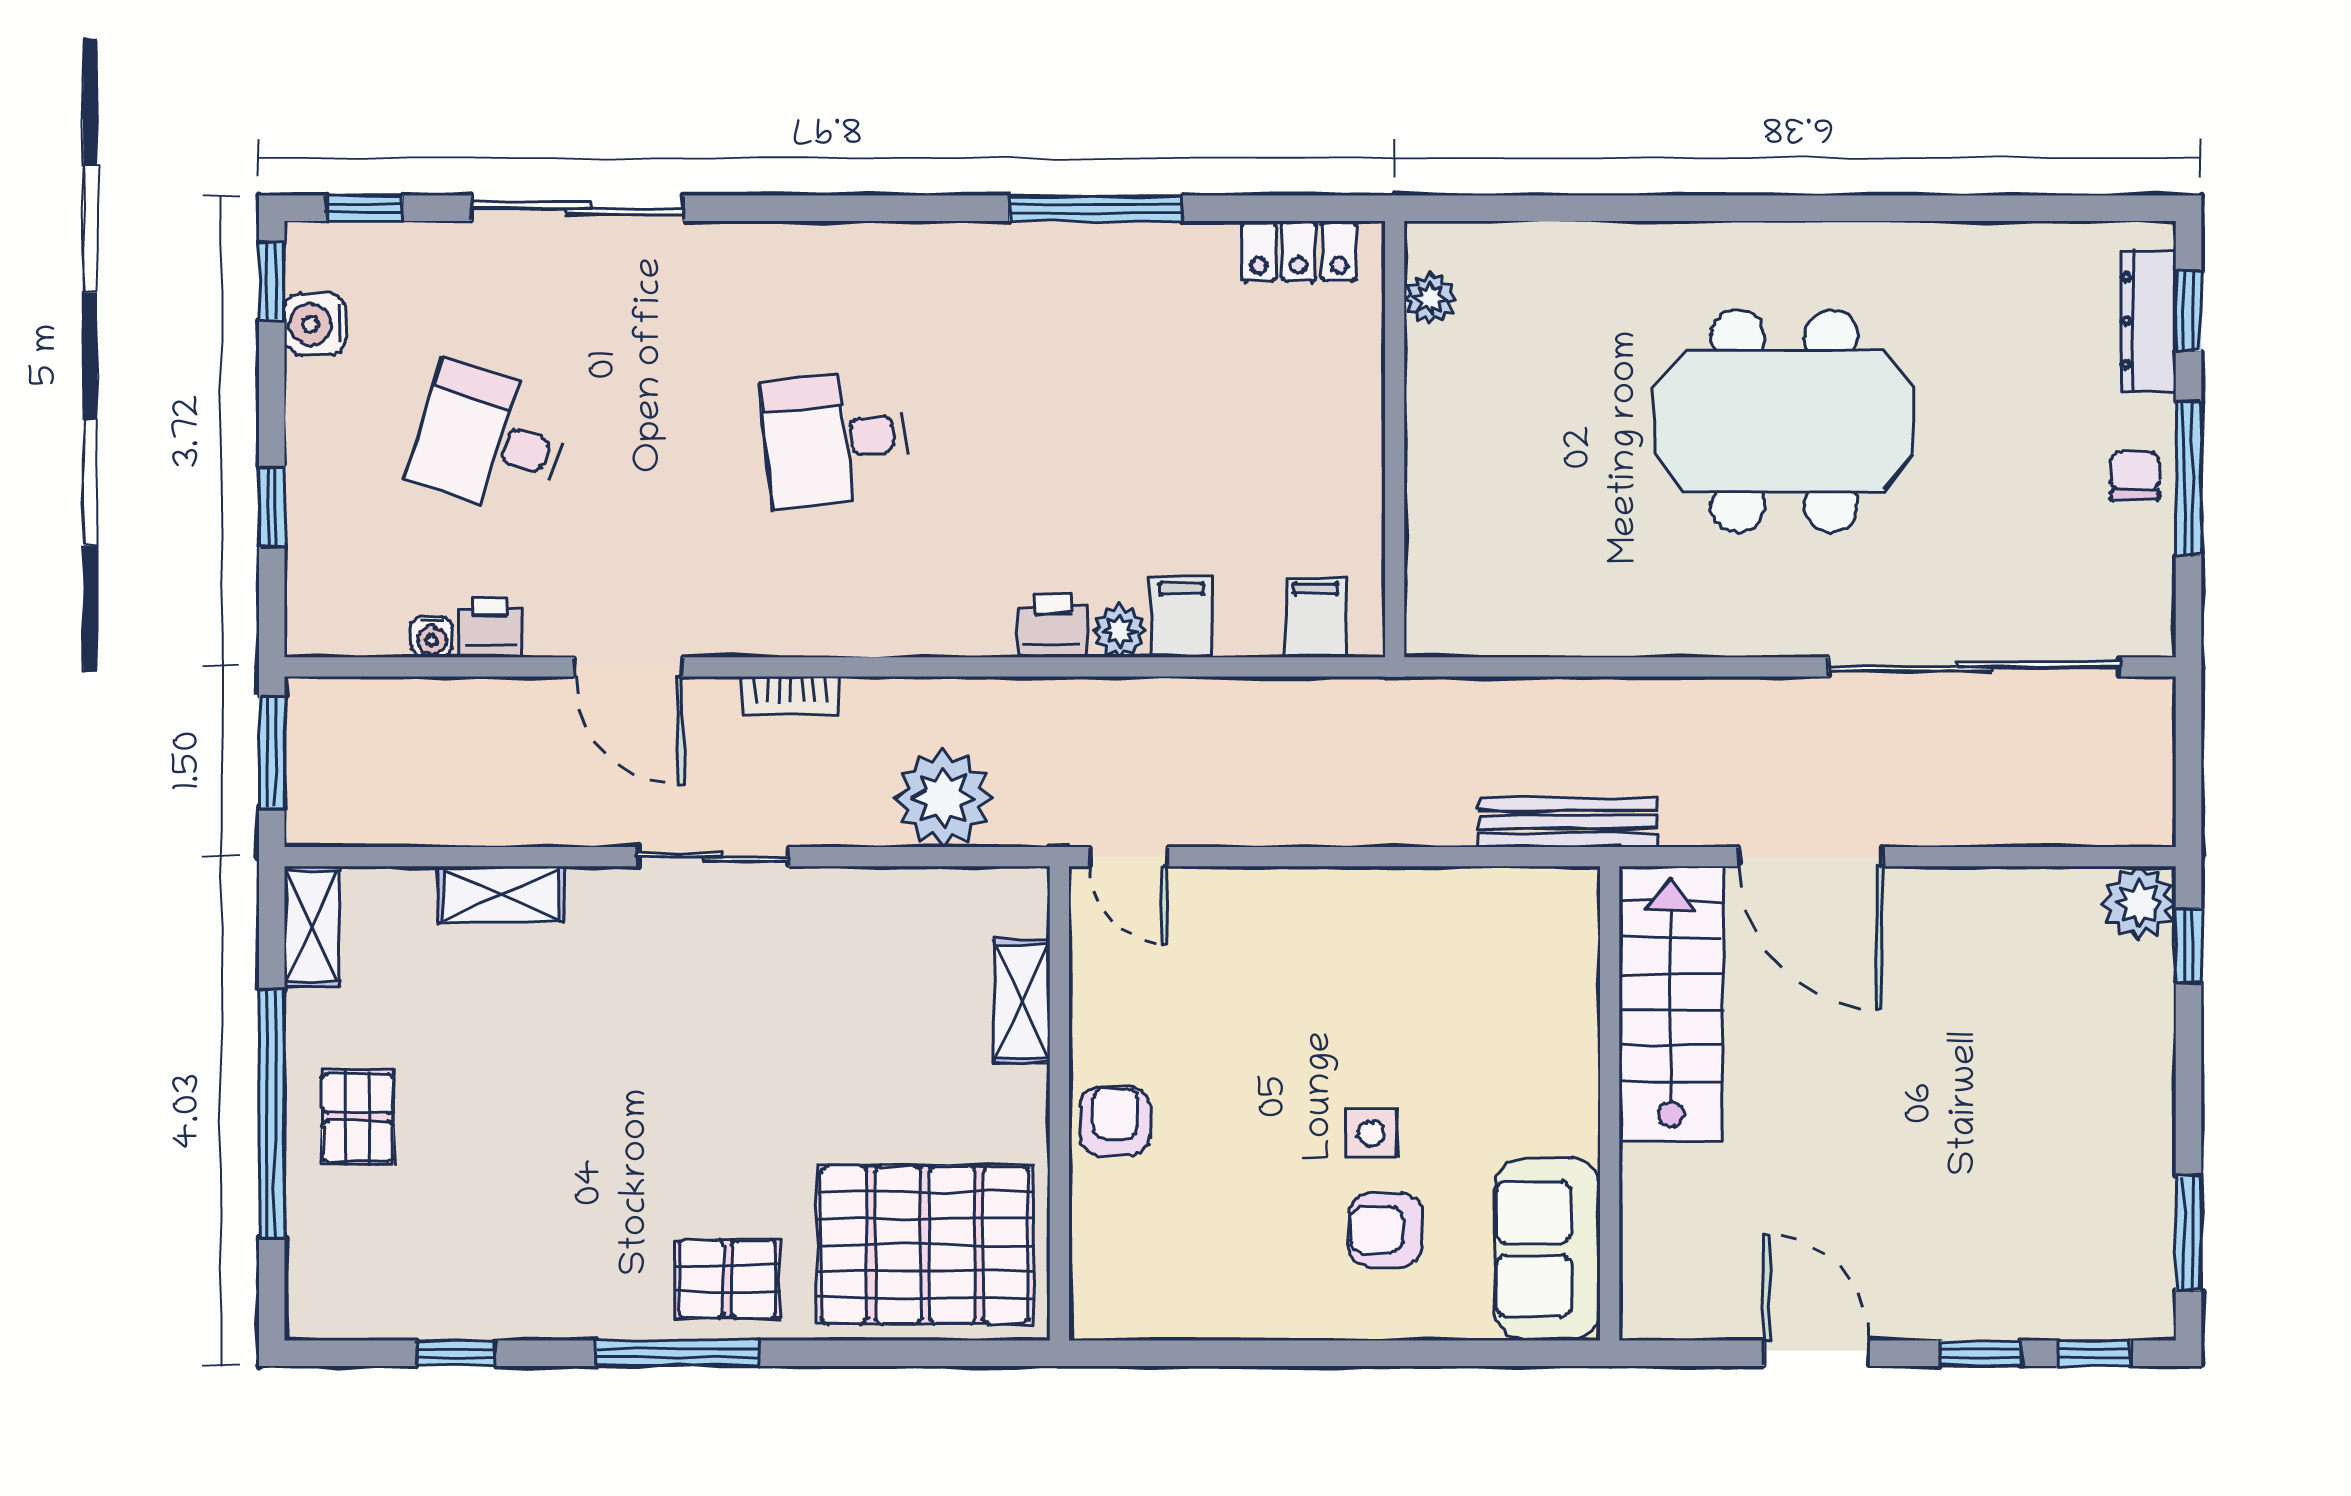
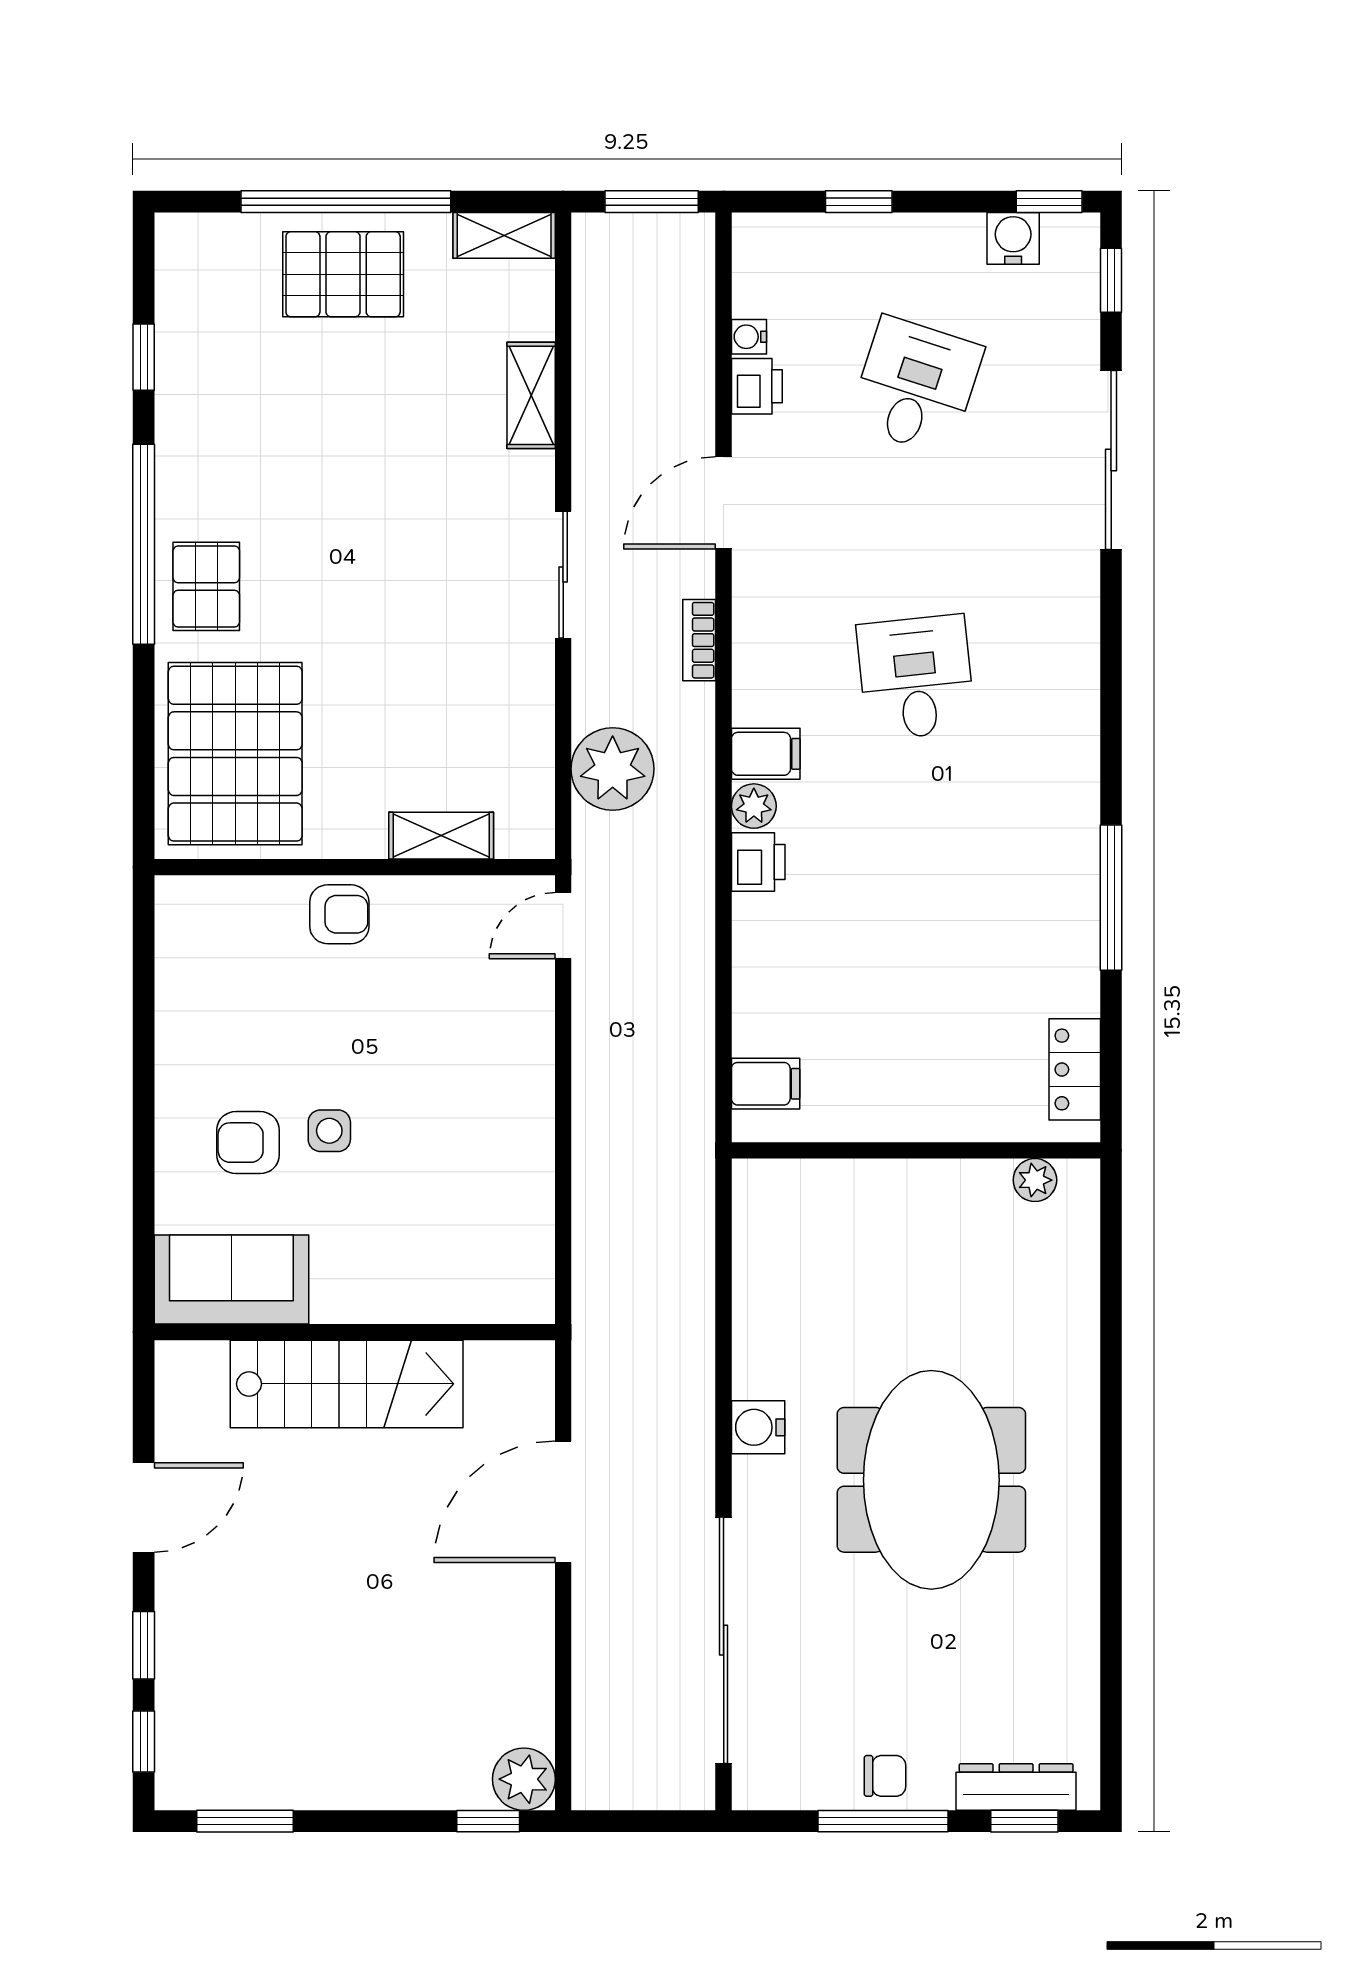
filing cabinet: (1181, 617) -> (766, 754), moved
water cooler: (1722, 626) -> (758, 1427), added
plant: (1120, 631) -> (754, 806), moved
bench: (1568, 822) -> (592, 1297), removed
stairs: (1671, 1004) -> (347, 1384), moved
pallet: (358, 1117) -> (343, 274), width x1.50, depth x1.42
armchair: (1385, 1230) -> (248, 1143), turned -90
window: (677, 1353) -> (144, 544), width x1.46

